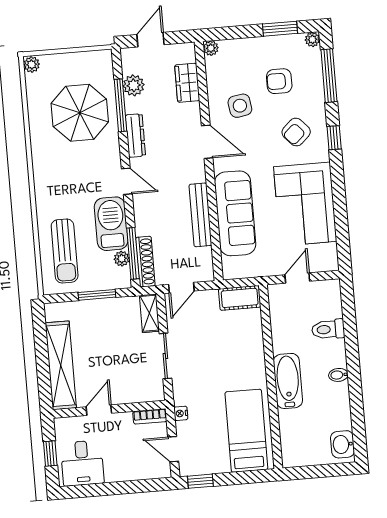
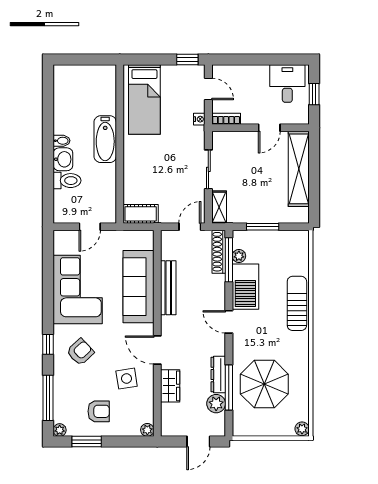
armchair: (279, 81) -> (99, 411), moved
wardrobe: (187, 83) -> (170, 386), moved
dresser: (135, 135) -> (218, 375), moved
sun lounger: (65, 251) -> (297, 303), moved
washbasin: (343, 444) -> (63, 159), moved

